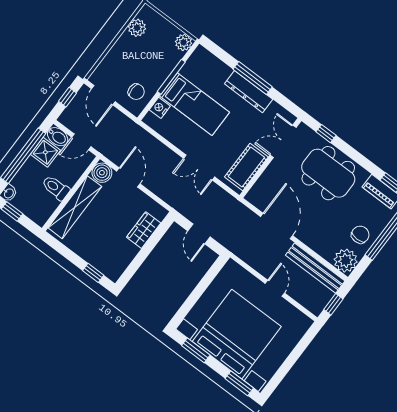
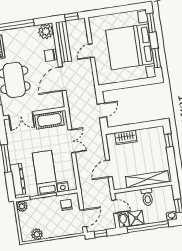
dresser: (249, 92) -> (18, 179), moved
boiler: (102, 173) -> (119, 183), removed
chair: (360, 235) -> (51, 55), moved

